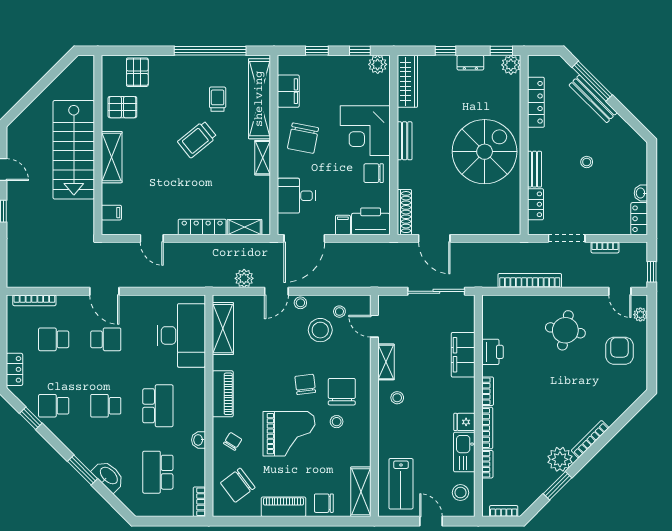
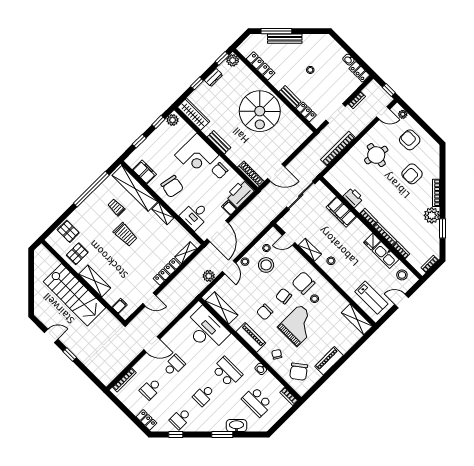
trolley: (197, 139) -> (125, 235), turned -51
spiral stairs: (485, 152) -> (260, 111), turned 180
armchair: (584, 391) -> (412, 174), added
chair: (324, 503) -> (265, 312), moved

